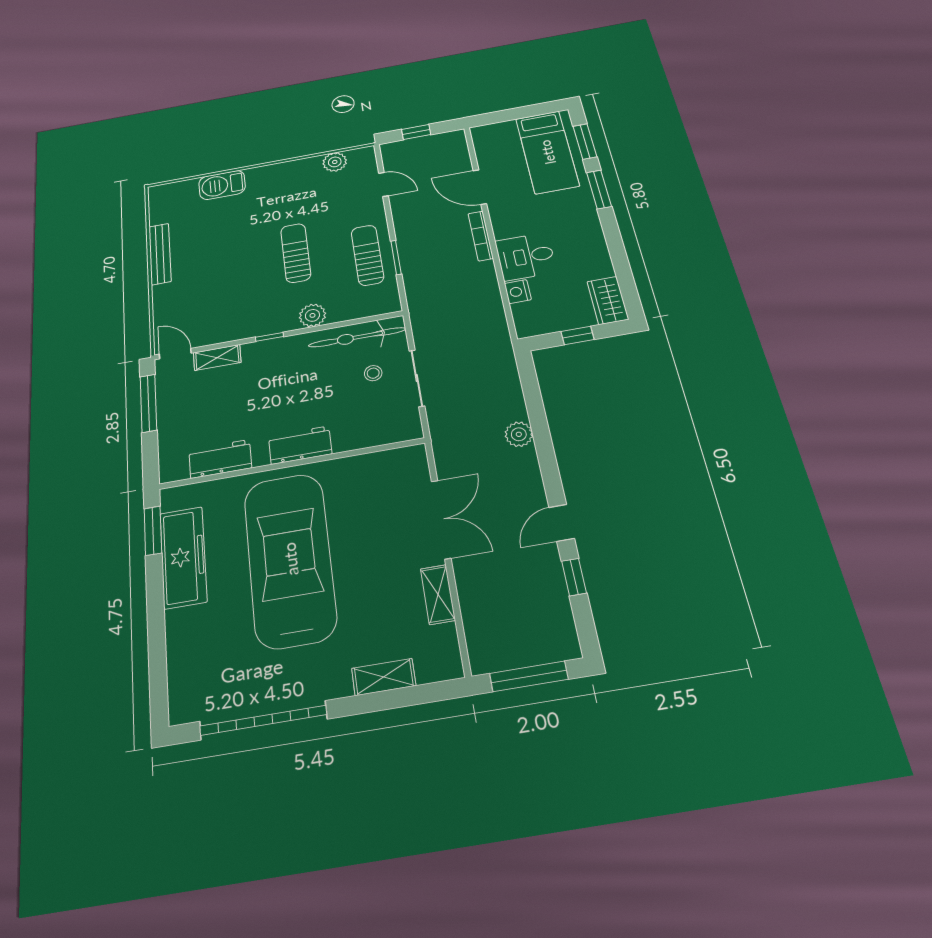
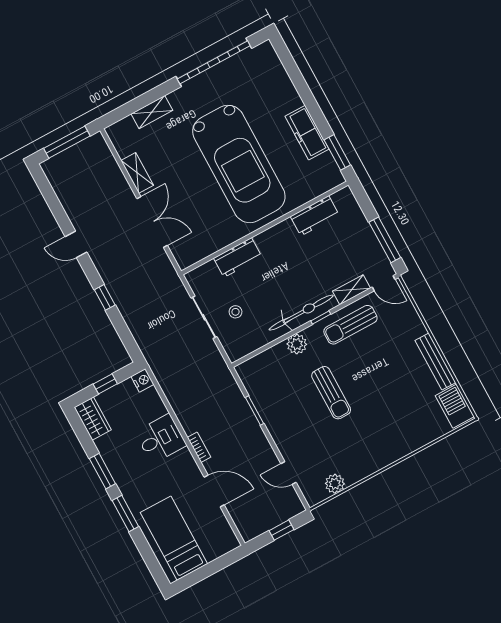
window: (585, 141) -> (102, 471), moved
barbecue: (222, 185) -> (455, 406), moved, turned -90
bookcase: (481, 236) -> (199, 447), width x0.64
sun lounger: (367, 255) -> (350, 325), moved, turned 90
nightstand: (518, 292) -> (142, 380), moved
bicycle: (357, 337) -> (301, 313), moved
plant: (519, 434) -> (122, 297), removed
workbench: (300, 445) -> (238, 258), moved
double door: (441, 519) -> (152, 222), swing flipped
door: (562, 523) -> (76, 244), swing flipped
freezer: (183, 557) -> (307, 133), width x0.73, depth x0.79
window: (574, 577) -> (105, 297), moved

